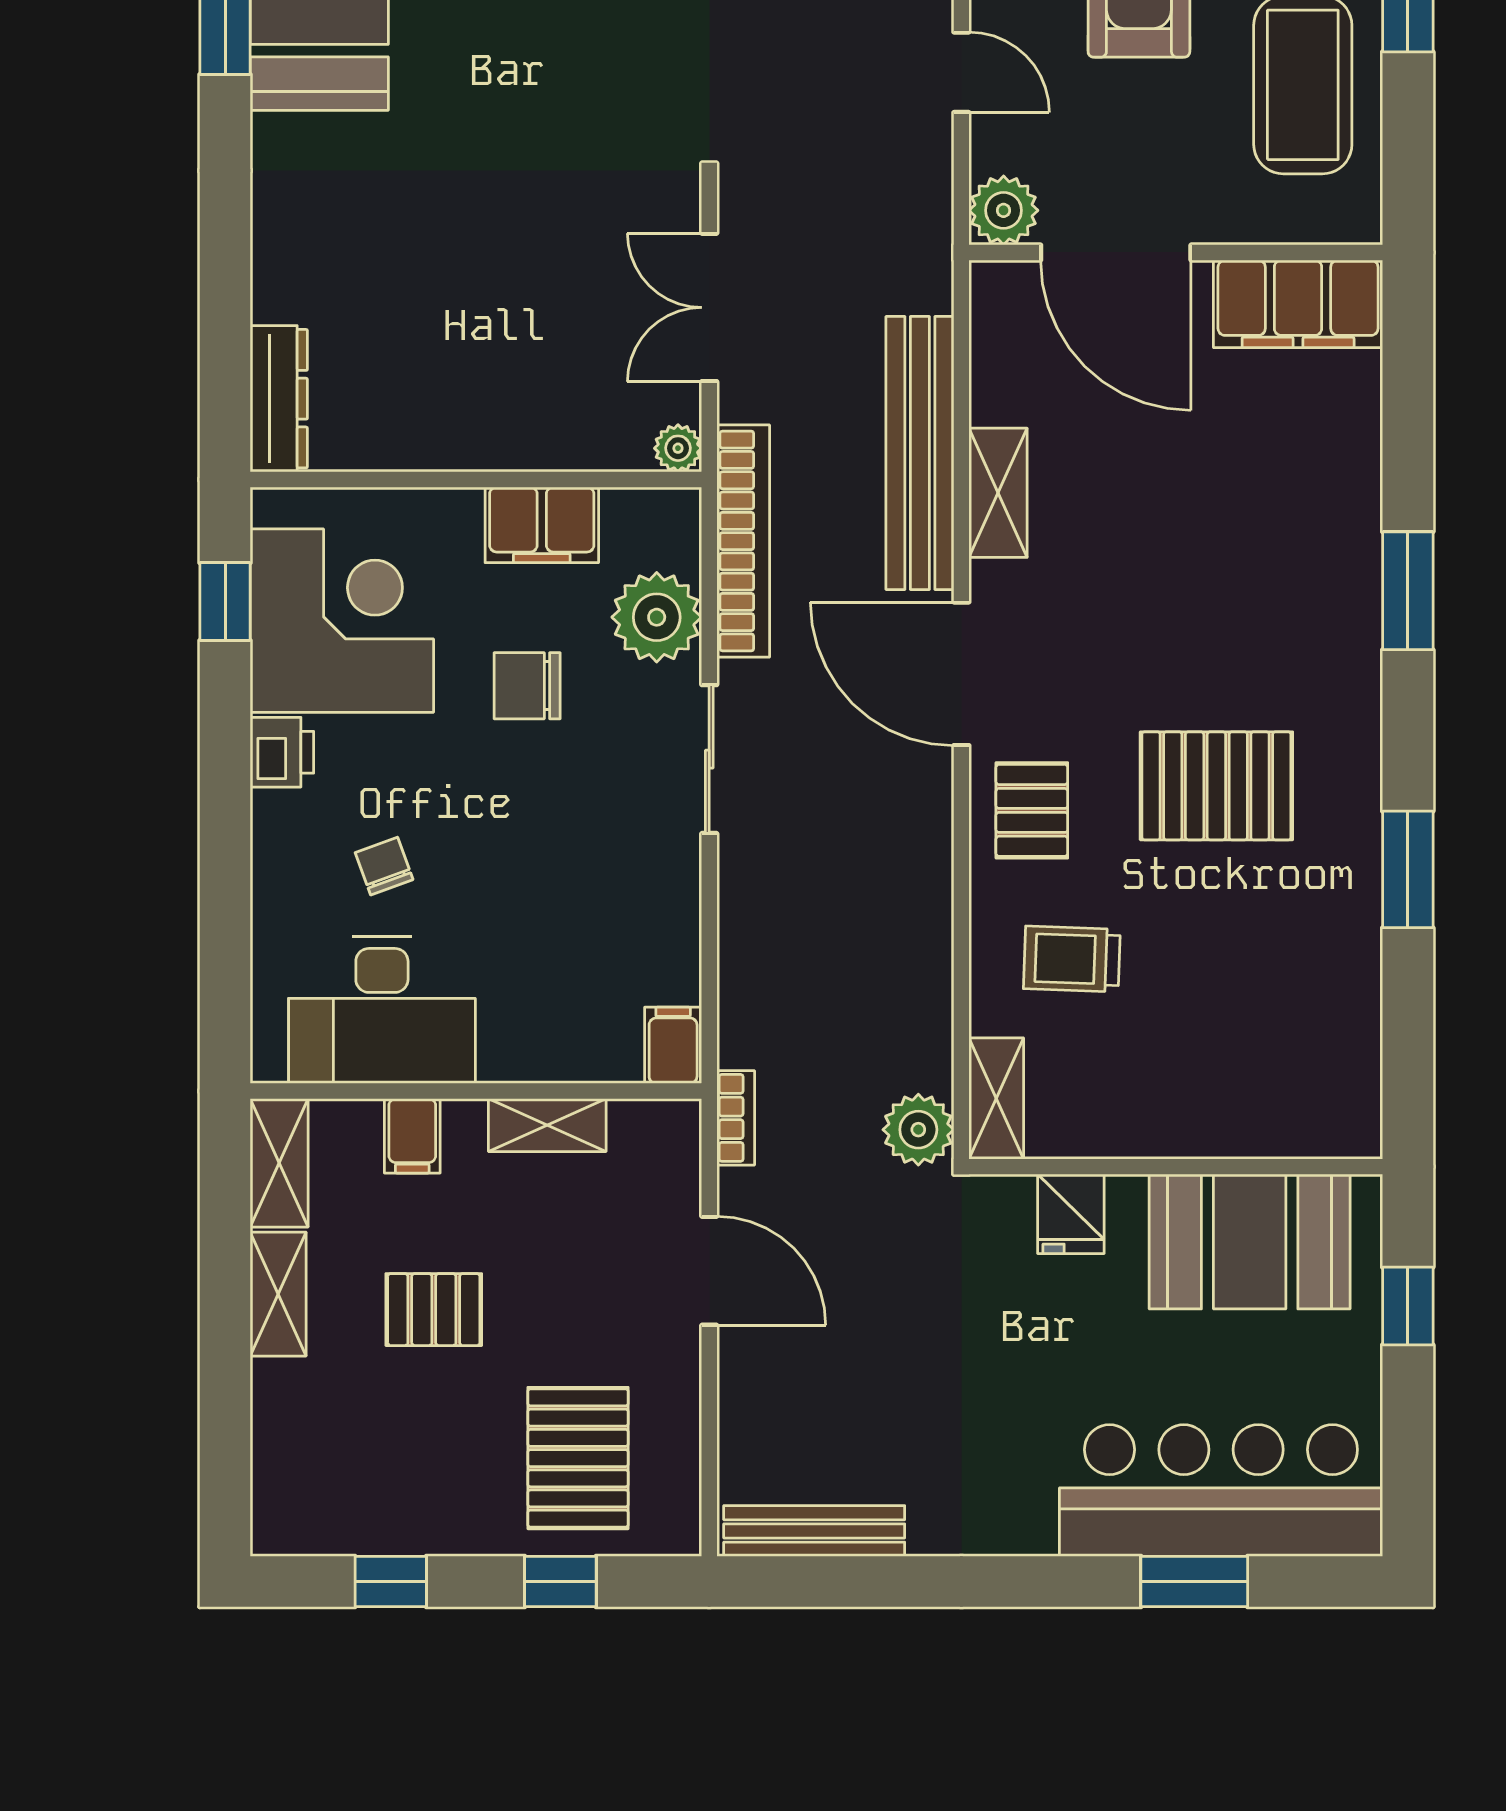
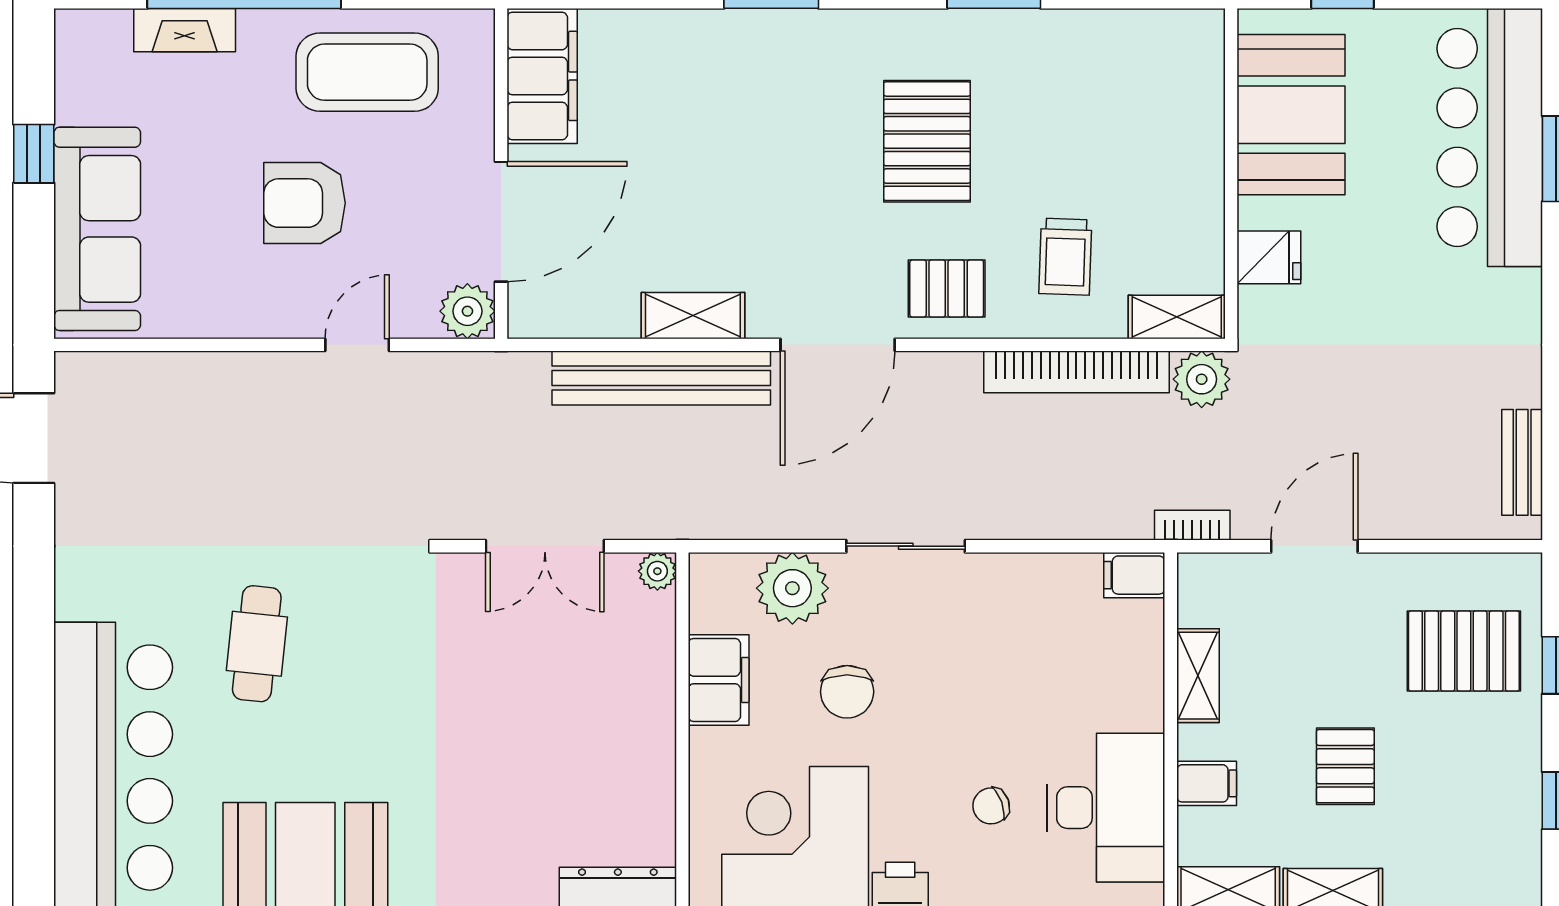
bookcase: (743, 541) -> (1076, 372), moved, turned 180
bench: (814, 1531) -> (1522, 462), width x0.73

